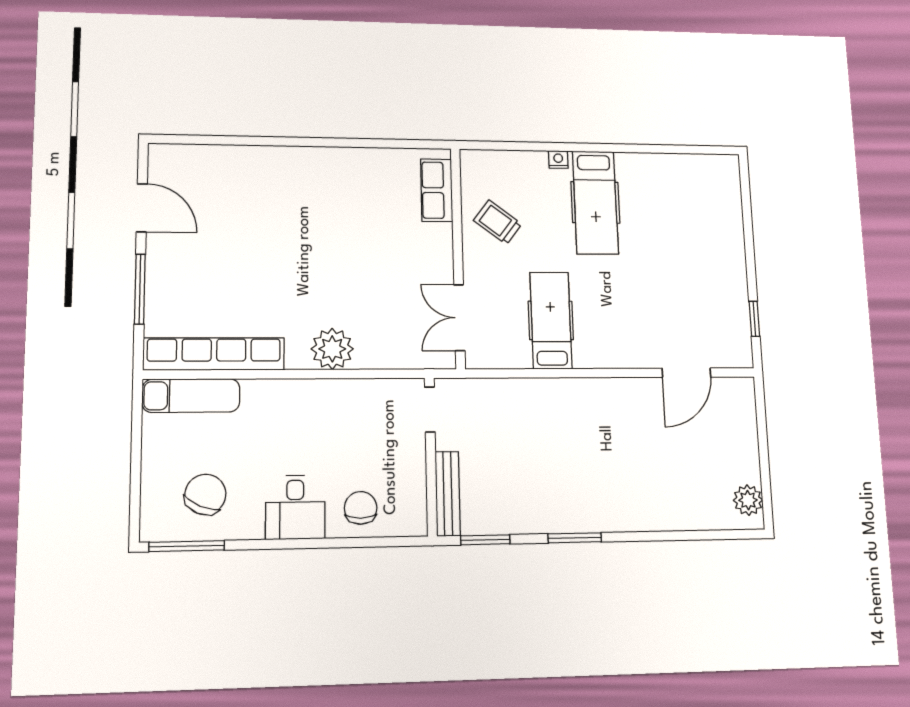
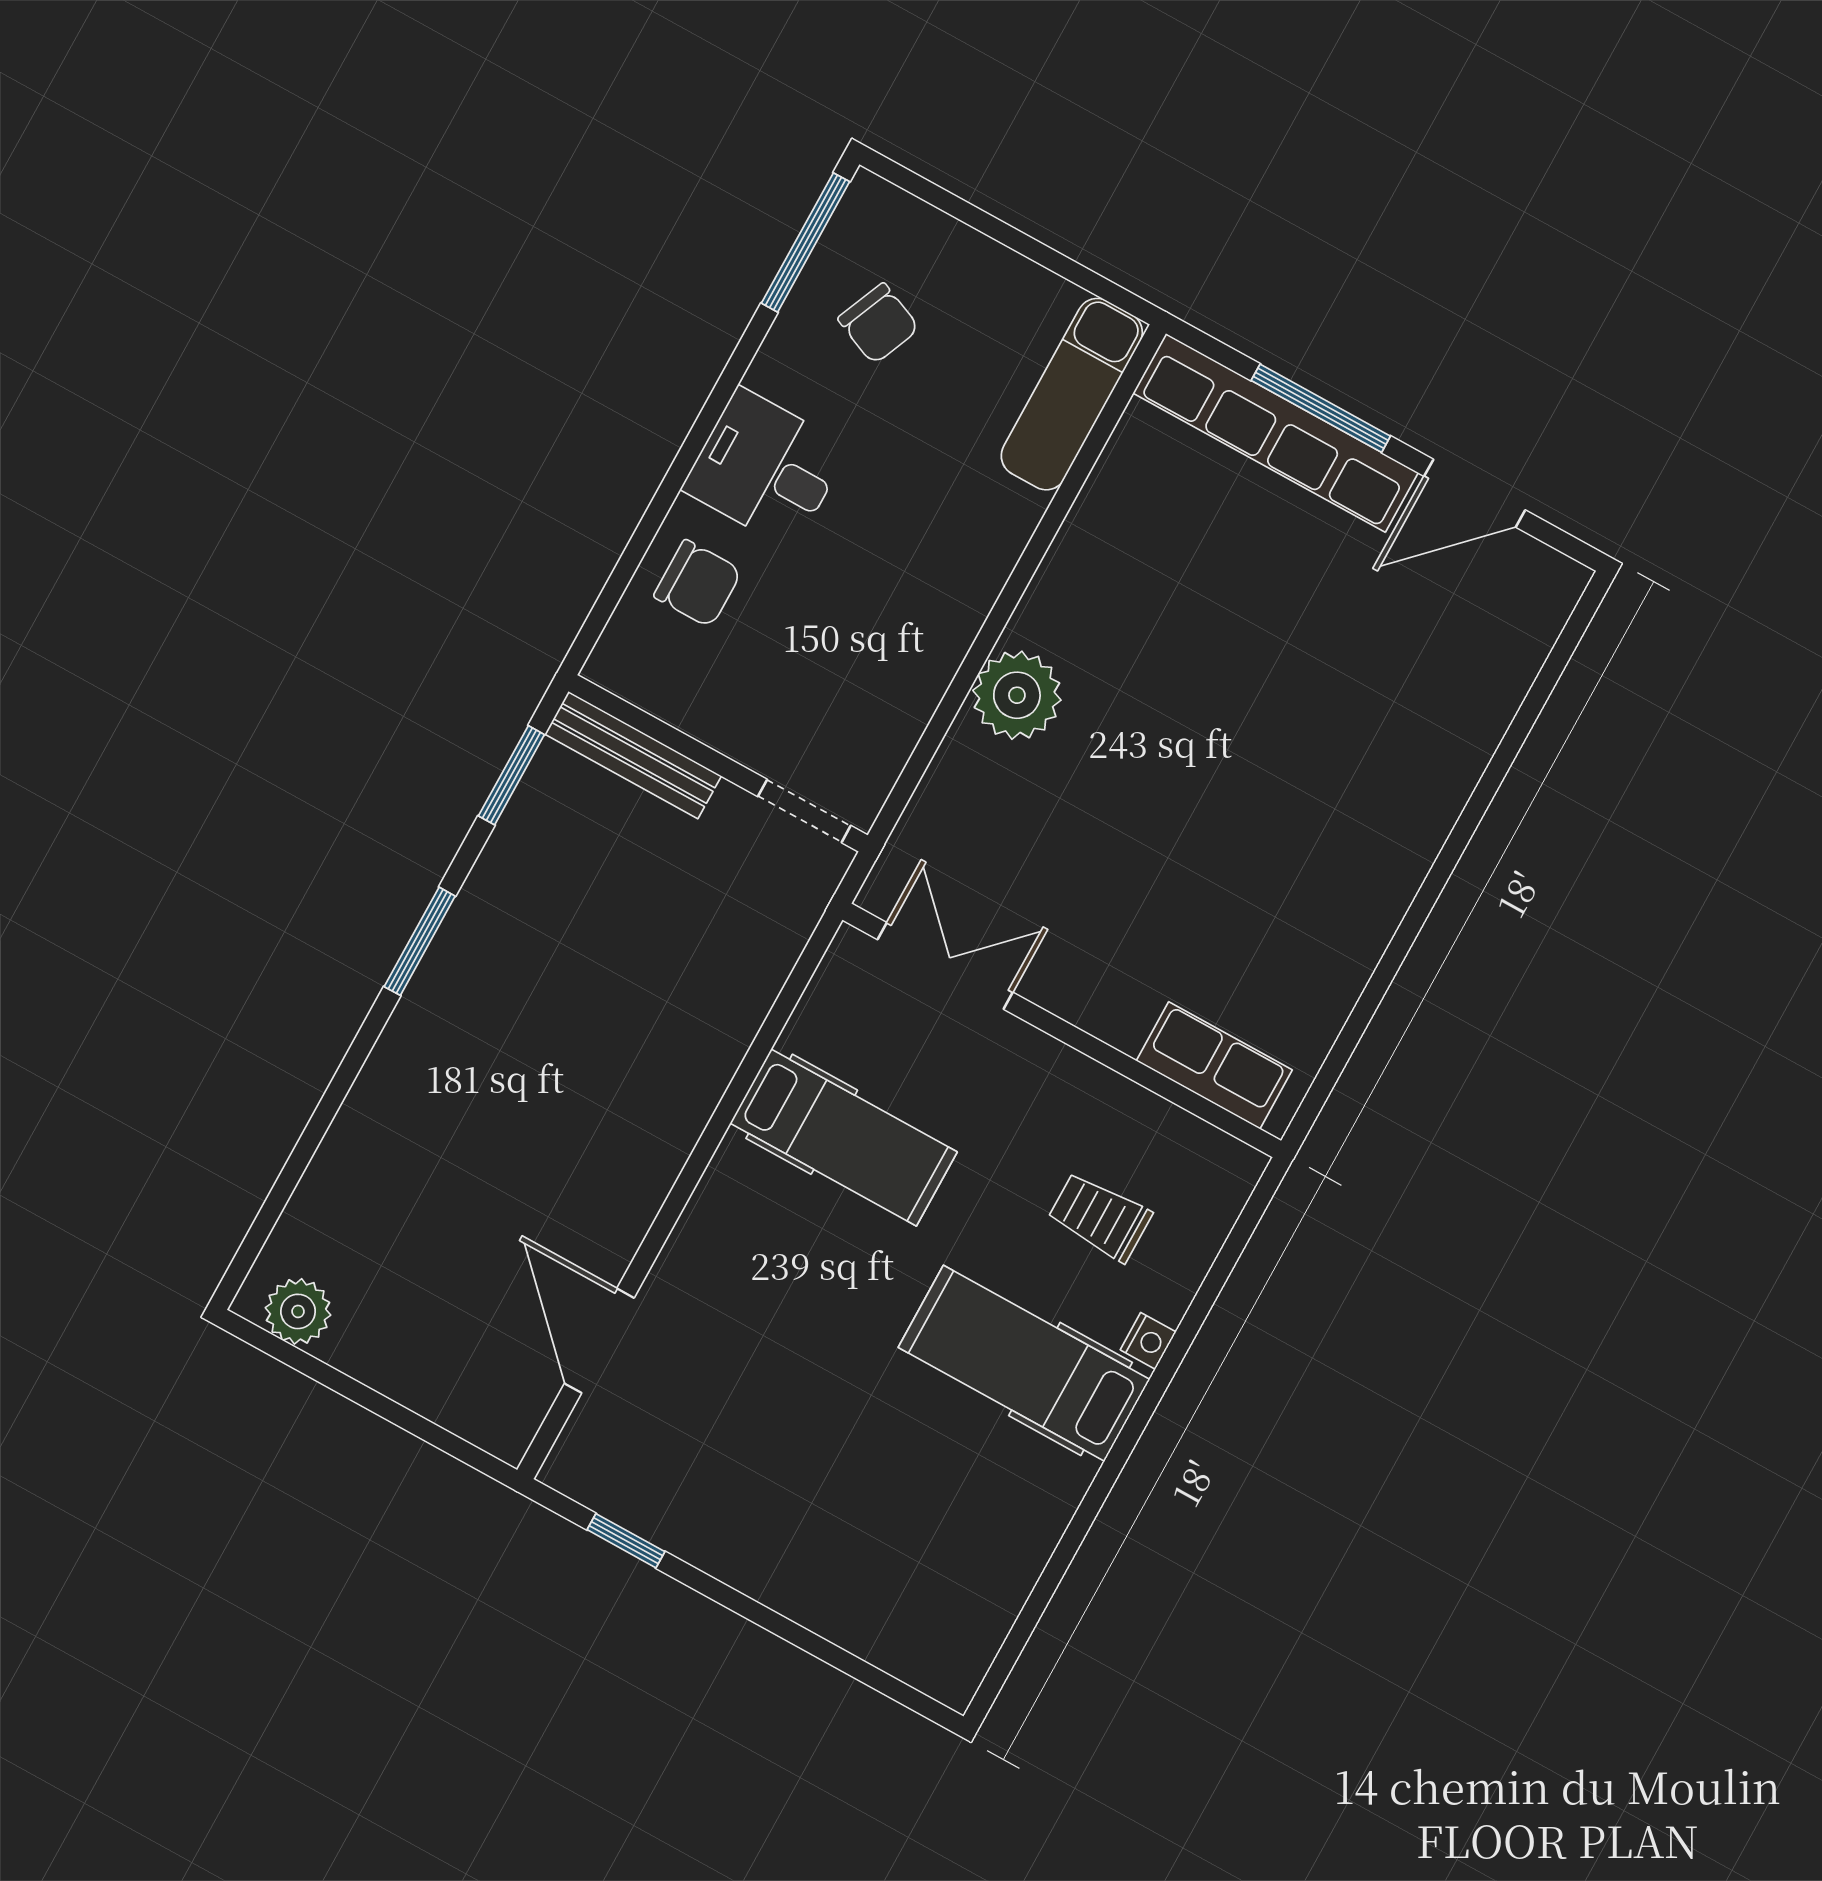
trolley: (498, 222) -> (1100, 1217), moved, turned -127
row of seats: (214, 354) -> (1276, 433), moved, turned 90
chair: (205, 494) -> (879, 324), width x0.73, depth x0.73

